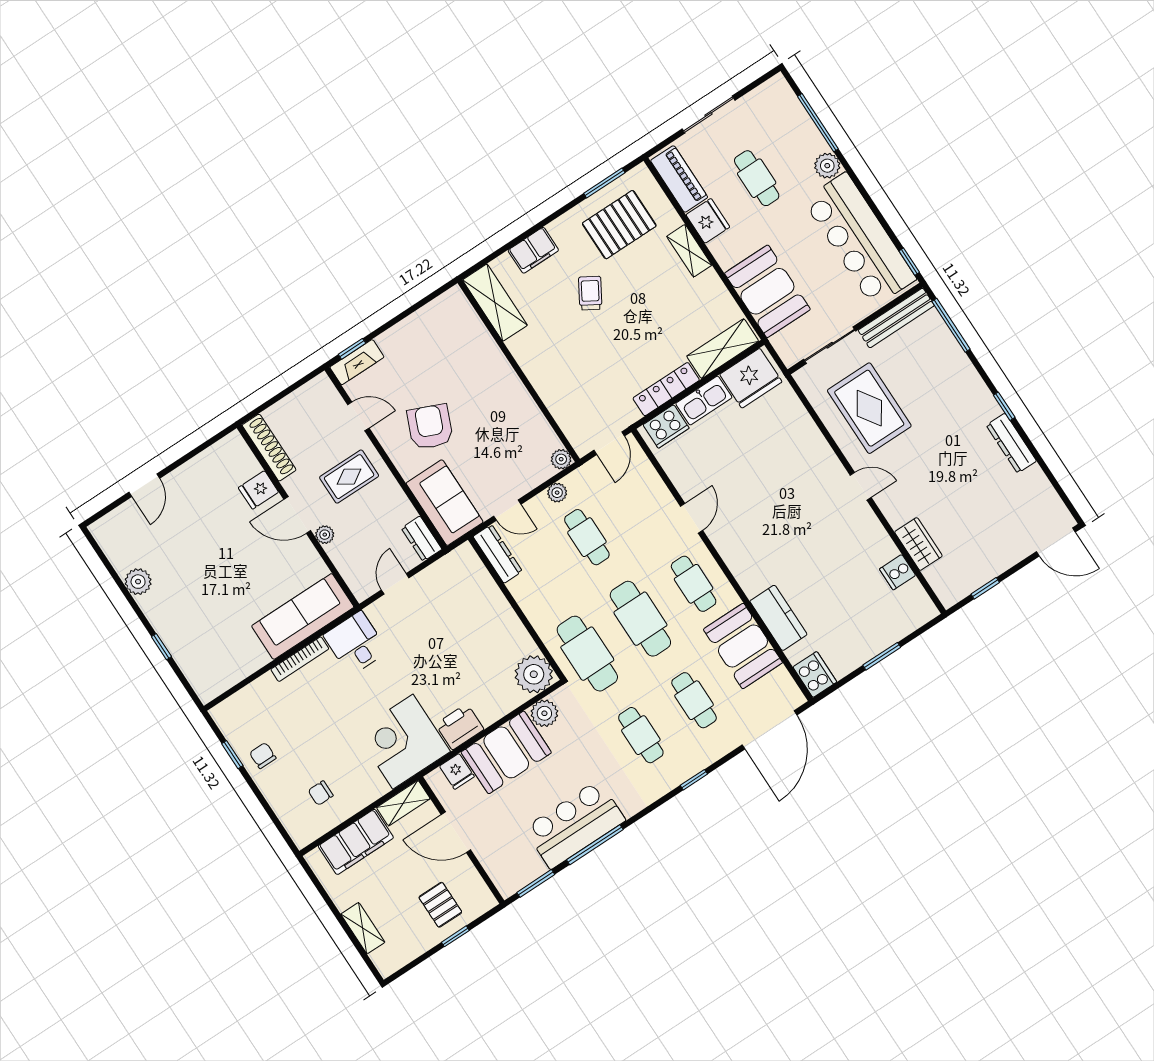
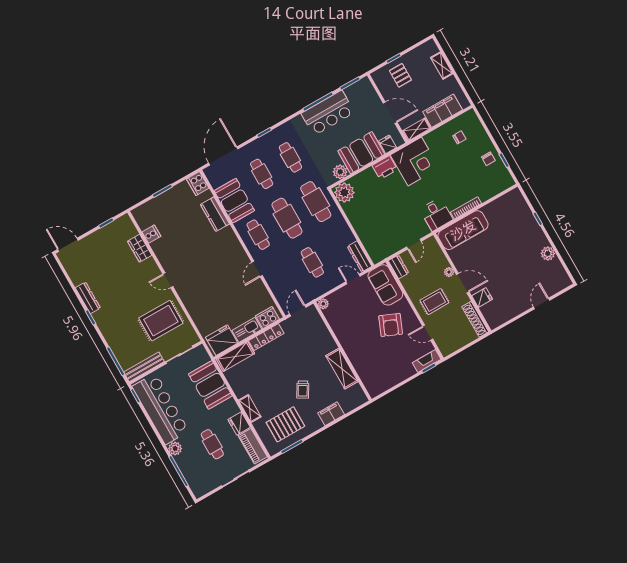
shelving: (495, 303) -> (342, 369), moved
rug: (869, 408) -> (161, 321), turned 90
plant: (557, 493) -> (326, 287), removed

